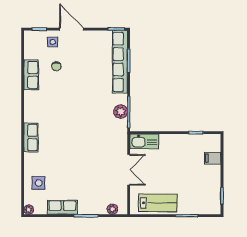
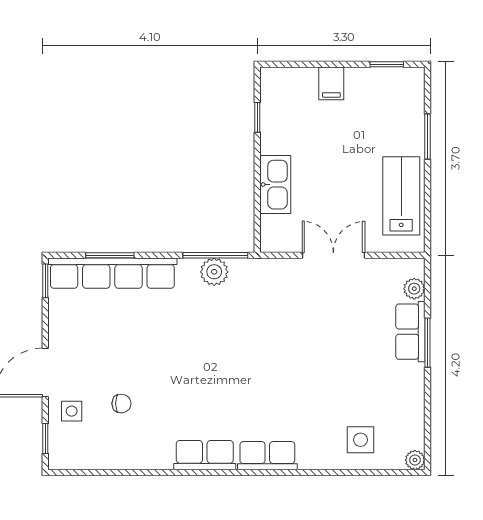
row of seats: (31, 75) -> (205, 455), moved
kitchen sink: (144, 141) -> (275, 185), moved
filing cabinet: (213, 158) -> (331, 83), moved
row of seats: (62, 207) -> (410, 332), moved

